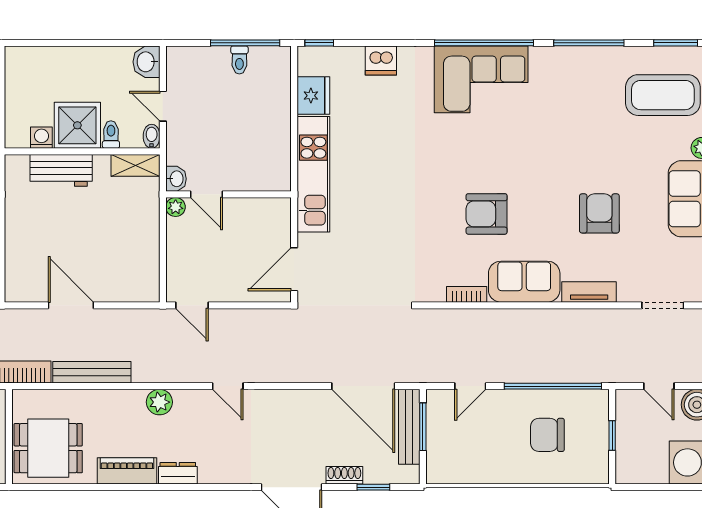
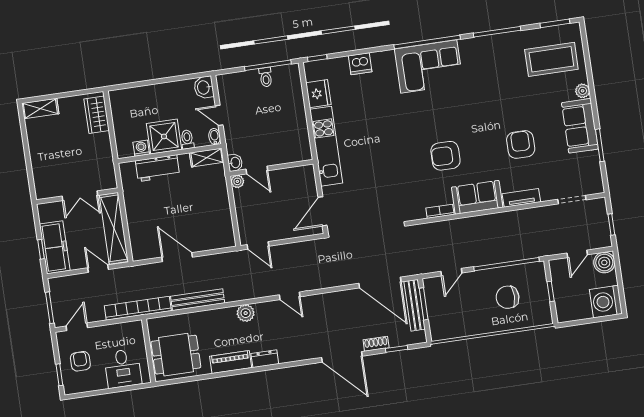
door: (659, 386) -> (577, 254), hinge flipped

